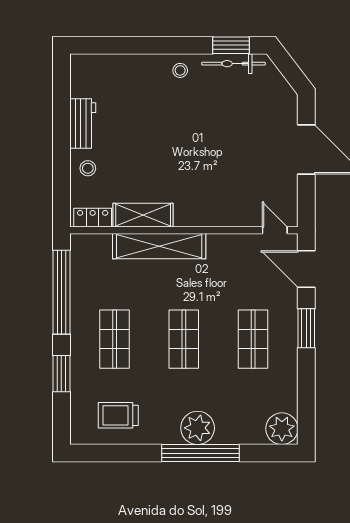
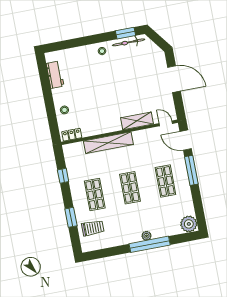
workbench: (83, 124) -> (55, 75), moved
shelving: (143, 215) -> (137, 121), moved
window: (61, 292) -> (63, 176), width x0.32
window: (306, 328) -> (191, 170), width x1.44
trolley: (118, 415) -> (93, 228), moved, turned 180
plant: (198, 428) -> (146, 236), width x0.53, depth x0.53

